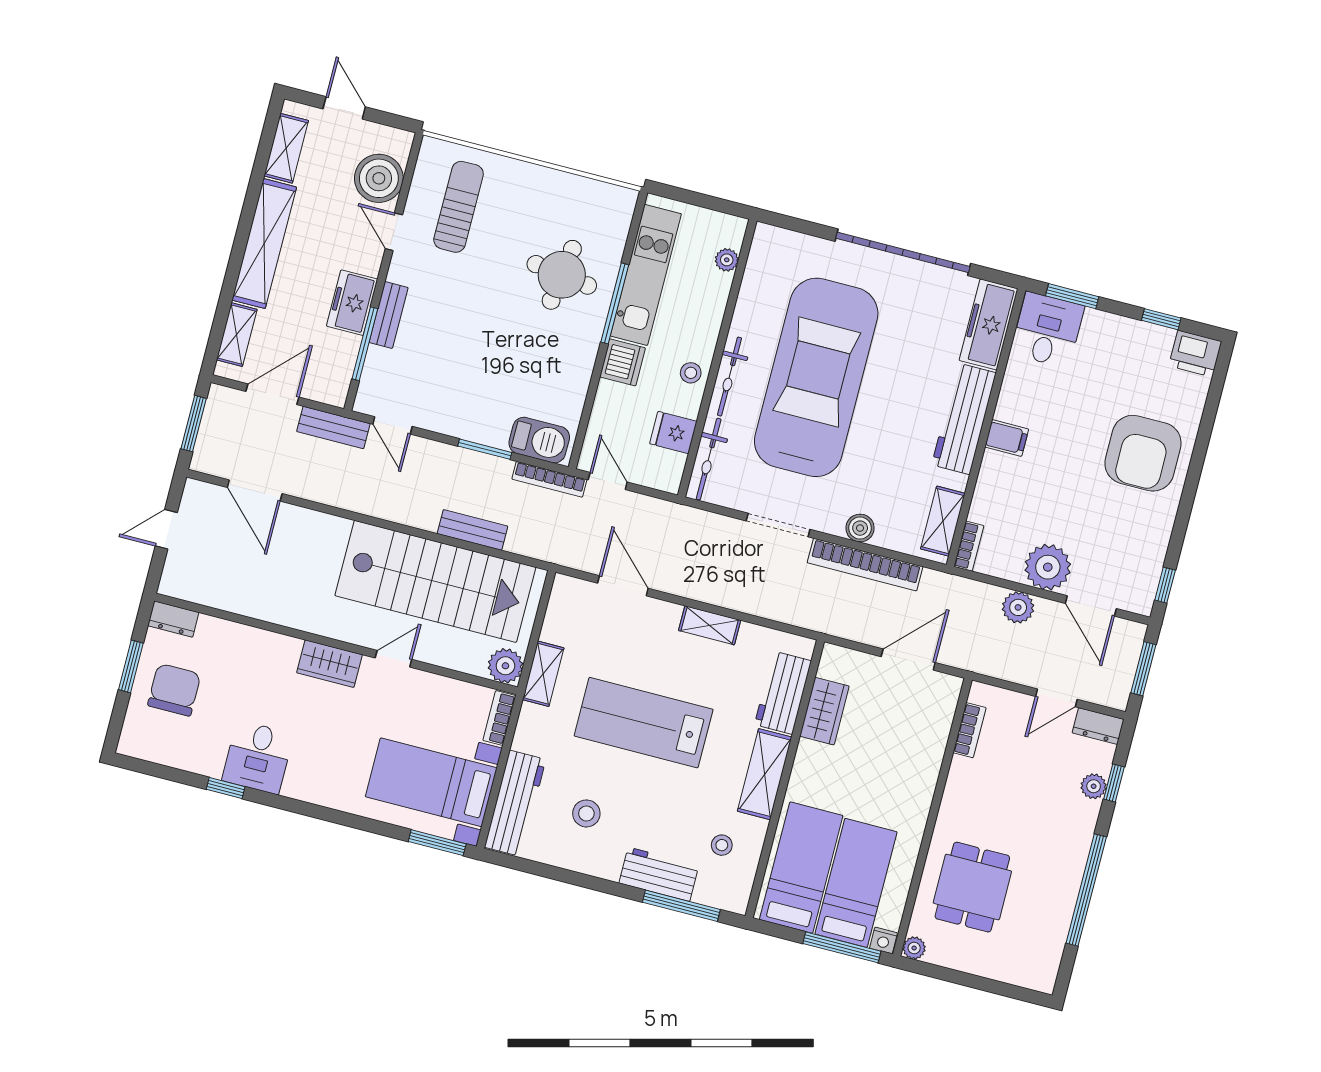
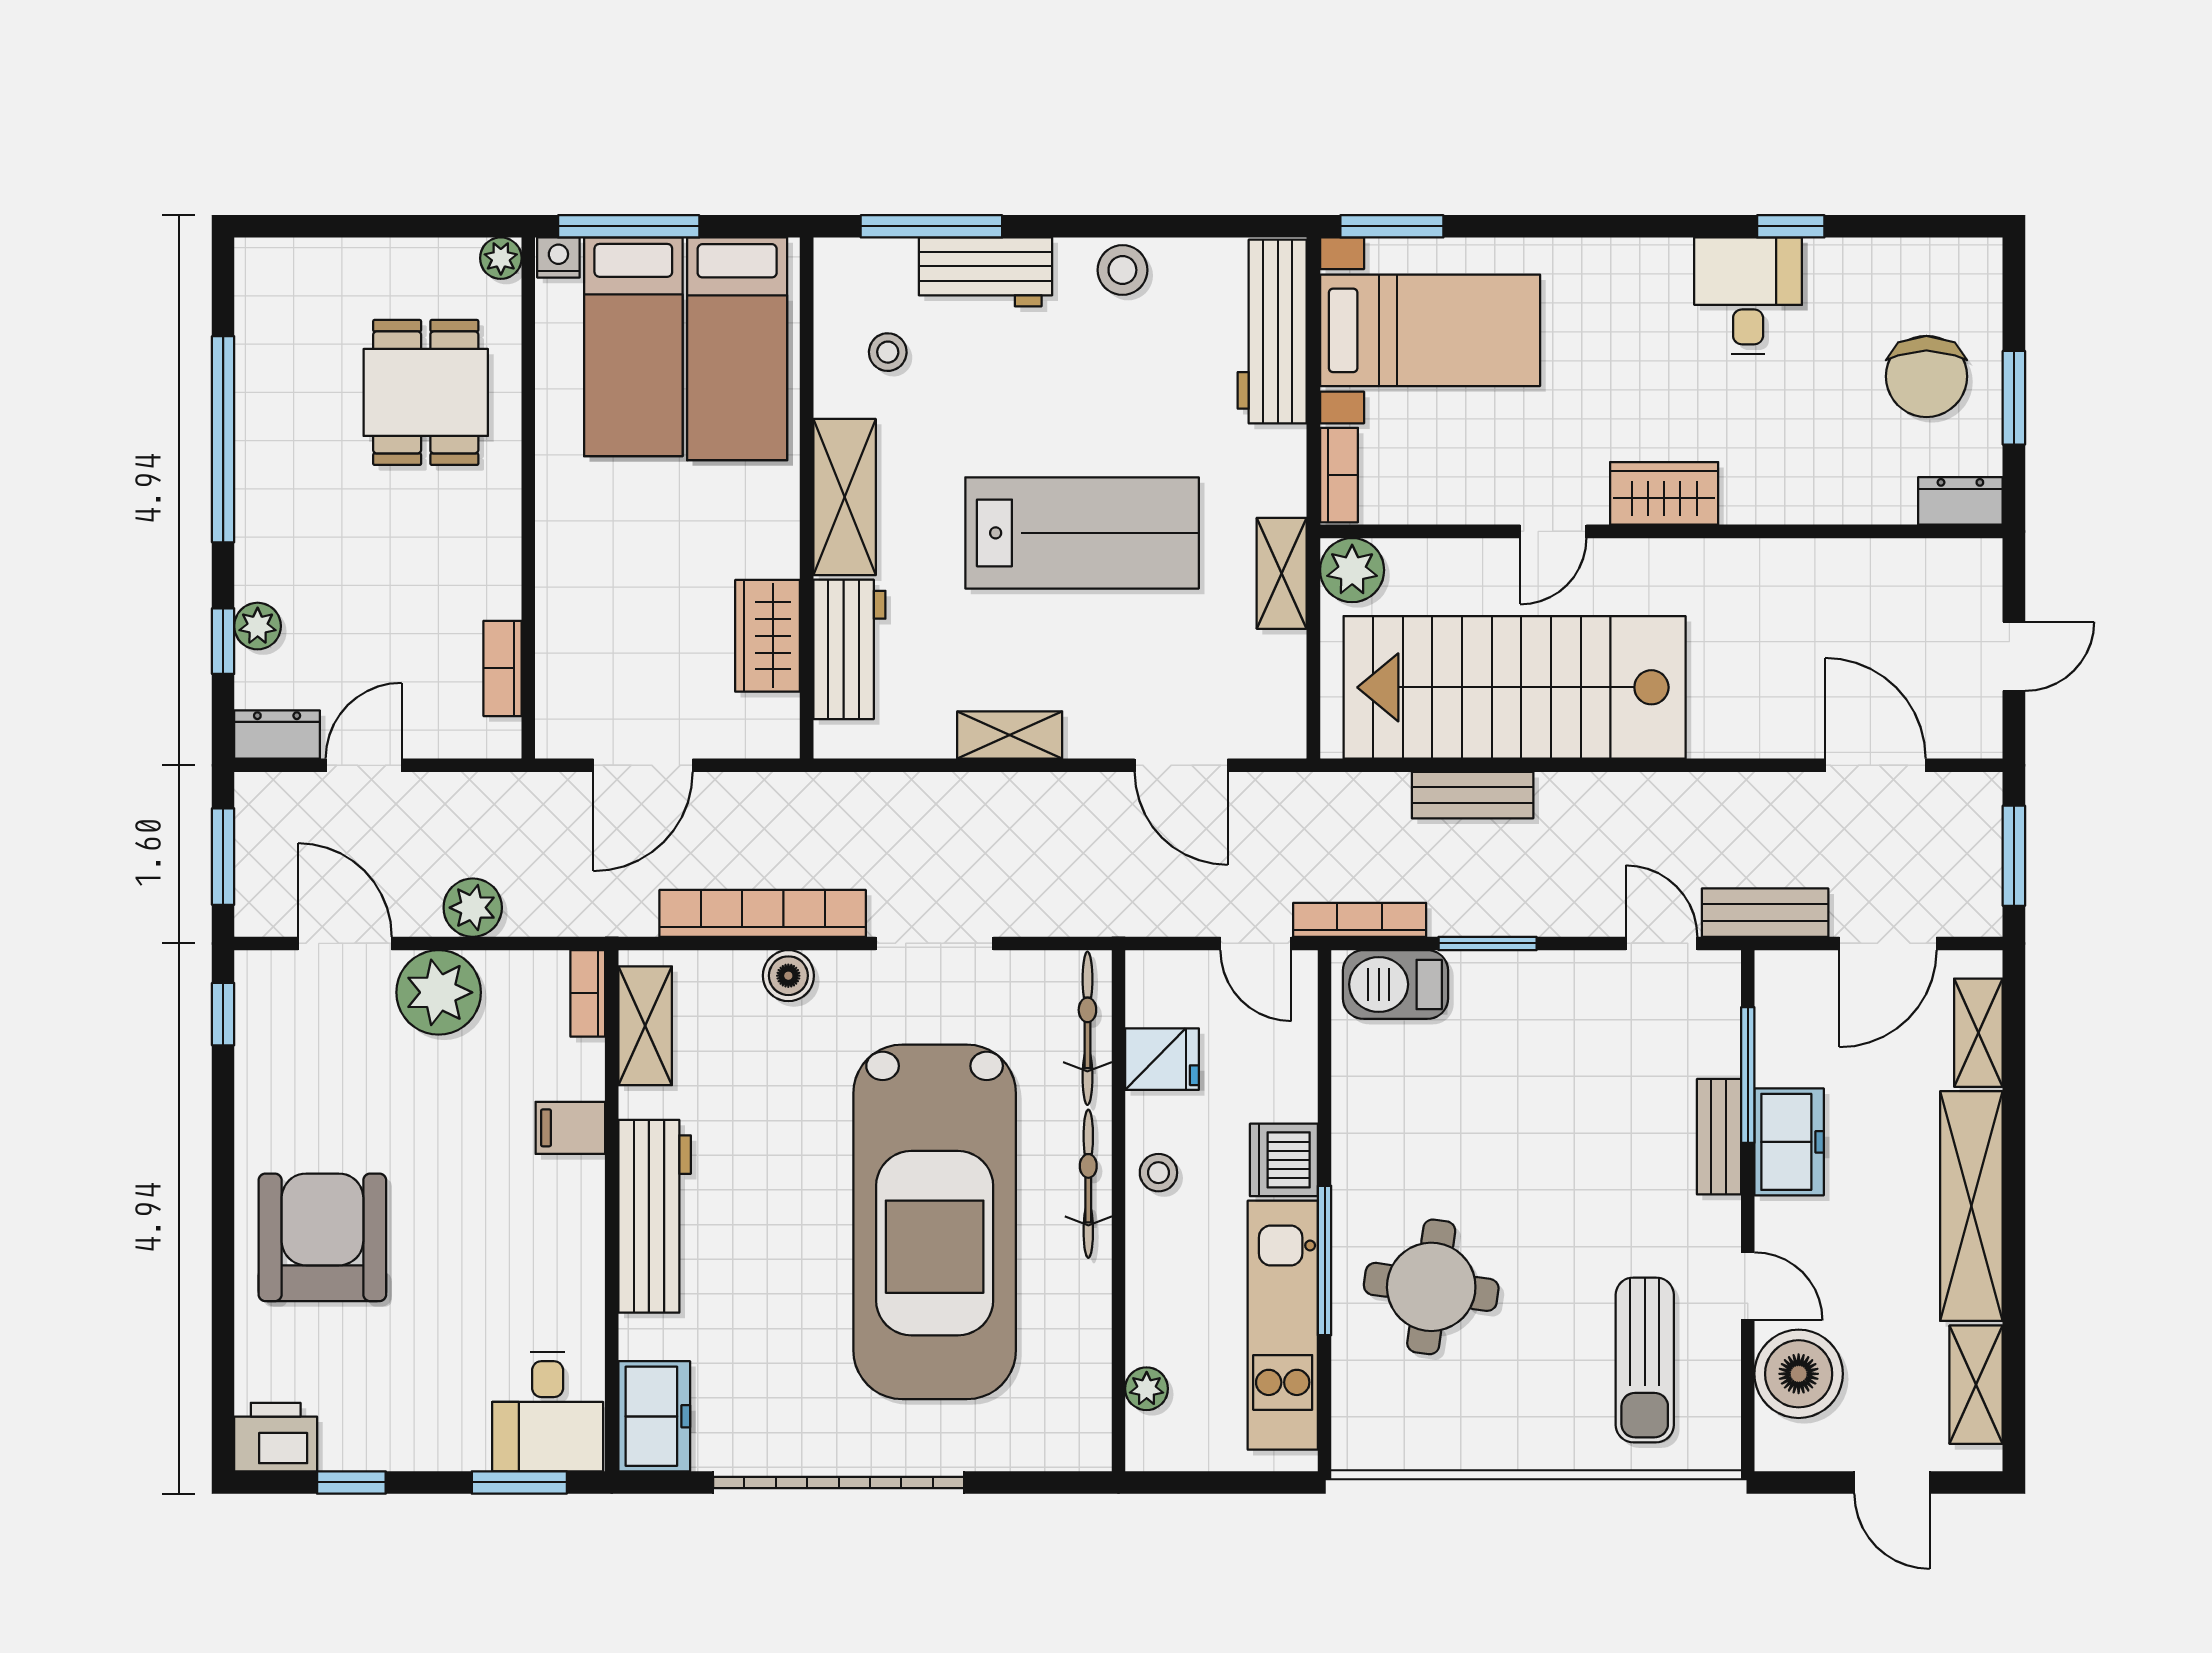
freezer: (989, 324) -> (654, 1416), width x0.71
filing cabinet: (1007, 438) -> (570, 1128), moved
stool: (586, 813) -> (1122, 270), moved

